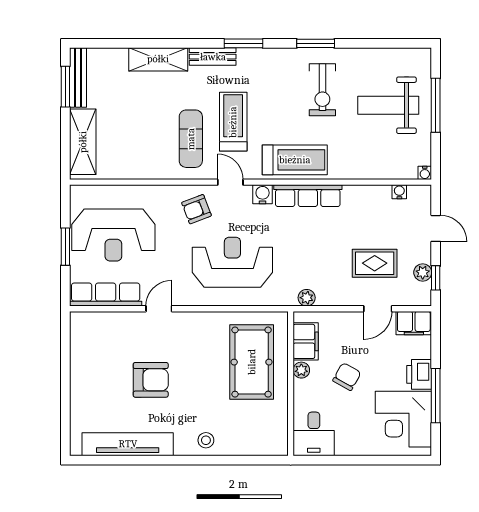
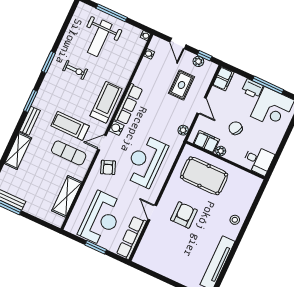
exercise bike: (322, 90) -> (75, 70), width x0.73, depth x0.72
shelving: (83, 142) -> (67, 196), moved, turned 90
door: (436, 228) -> (178, 43), swing flipped
door: (378, 309) -> (202, 106), moved
armchair: (151, 380) -> (184, 215), moved

